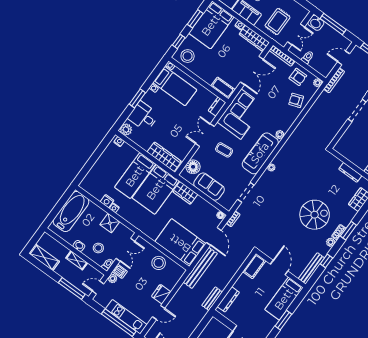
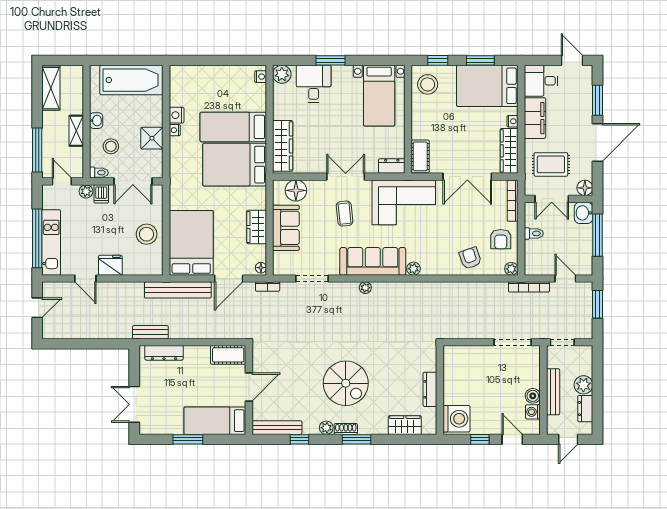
floor lamp: (303, 12) -> (585, 188), added
wardrobe: (185, 193) -> (257, 227), moved

